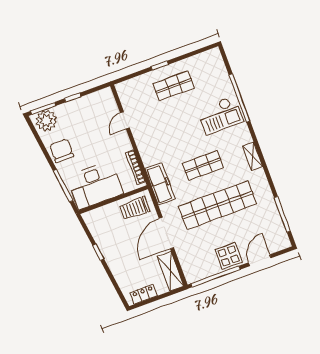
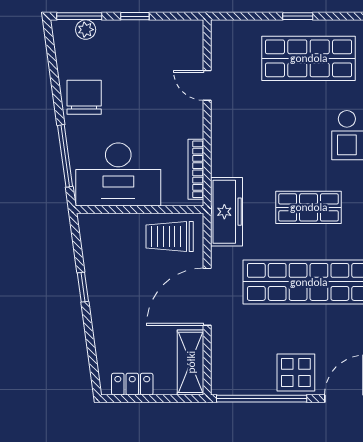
shop shelf: (174, 86) -> (309, 58), width x1.43, depth x1.36
door: (125, 120) -> (207, 85), hinge flipped
plant: (46, 121) -> (86, 30), width x0.53, depth x0.53

